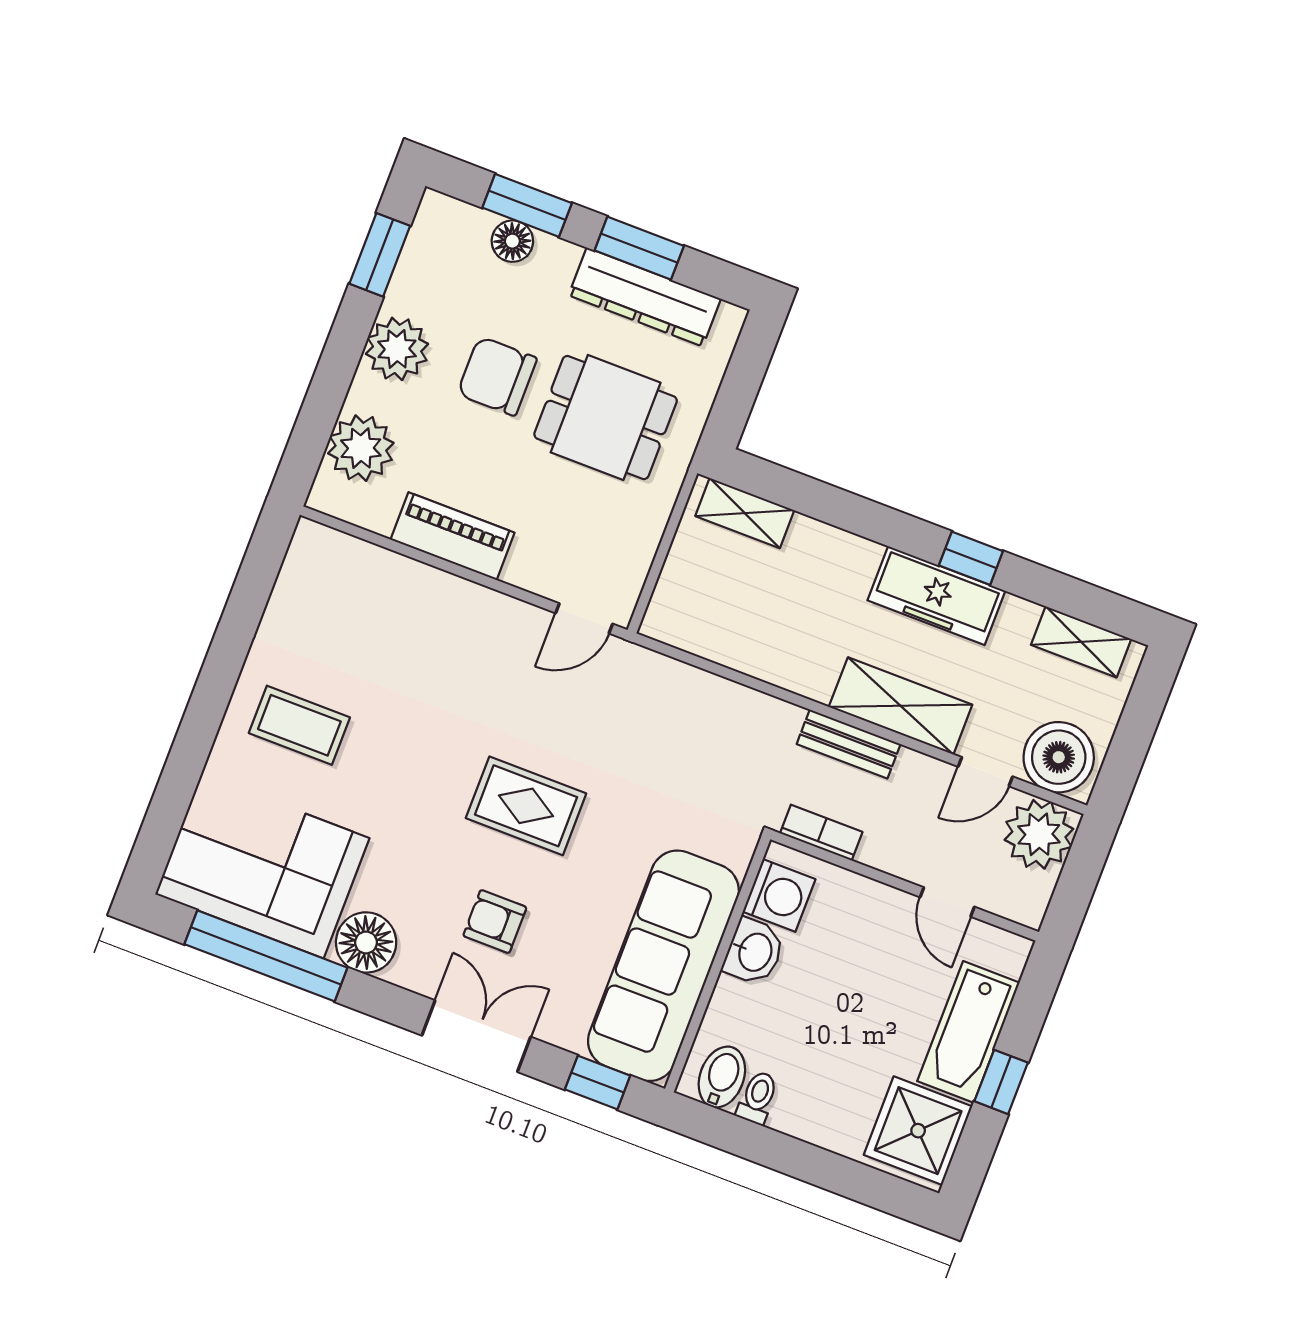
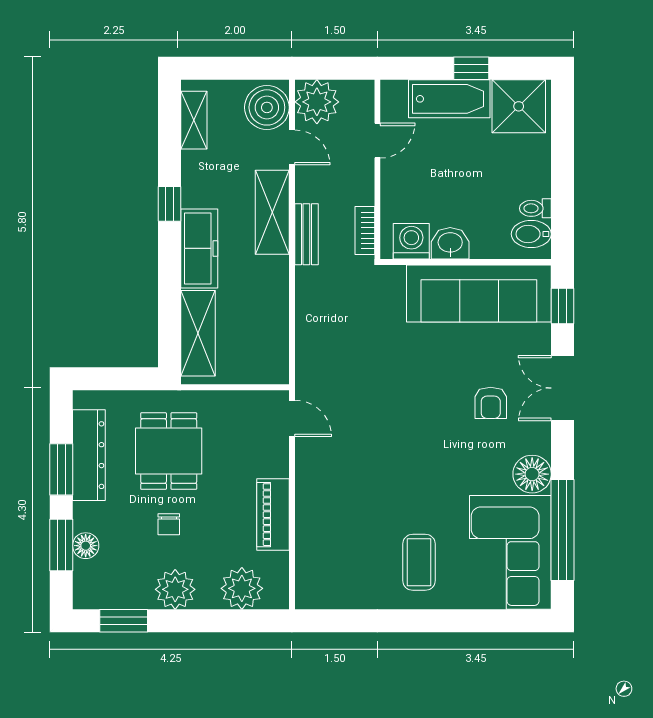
chair: (497, 376) -> (169, 524), width x0.54, depth x0.54
shelving: (745, 513) -> (198, 333), width x1.50, depth x1.33
freezer: (936, 596) -> (199, 248), moved
rug: (526, 806) -> (415, 411), removed

